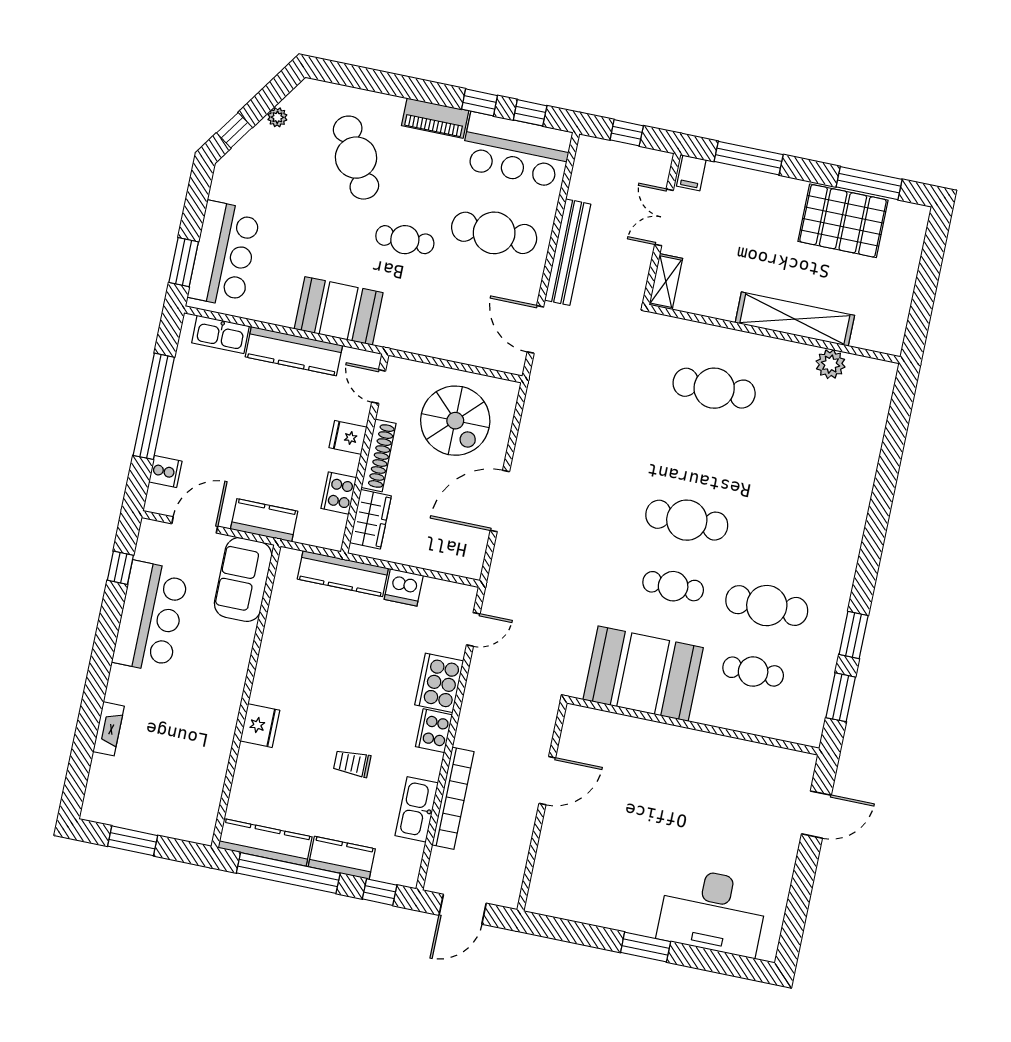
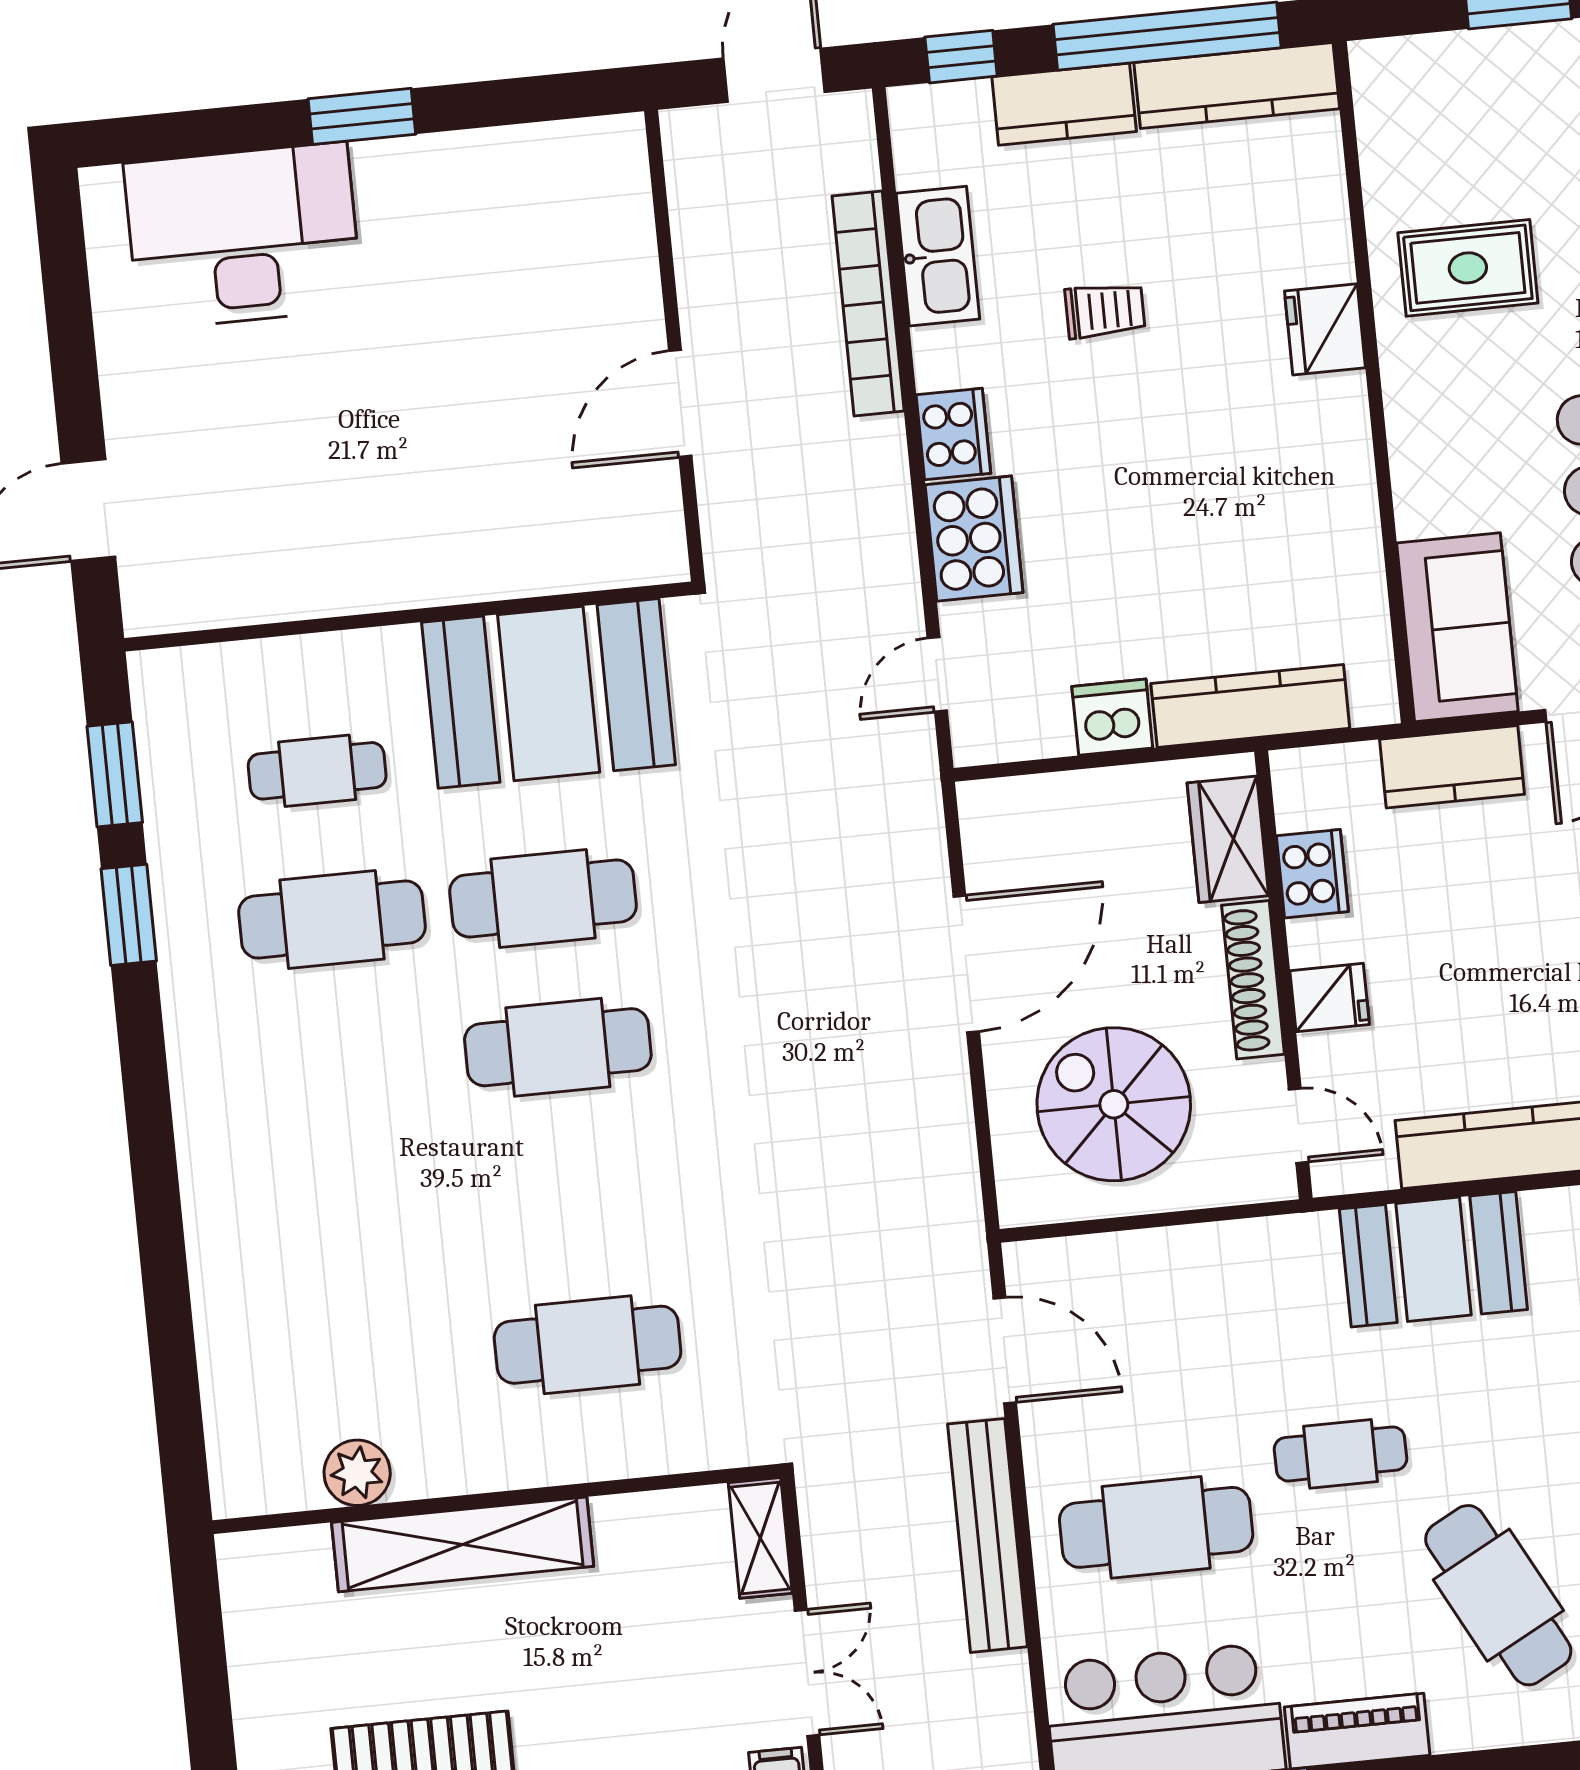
cafe table: (673, 586) -> (543, 898), width x1.37, depth x1.35
rug: (190, 733) -> (1468, 268), added

